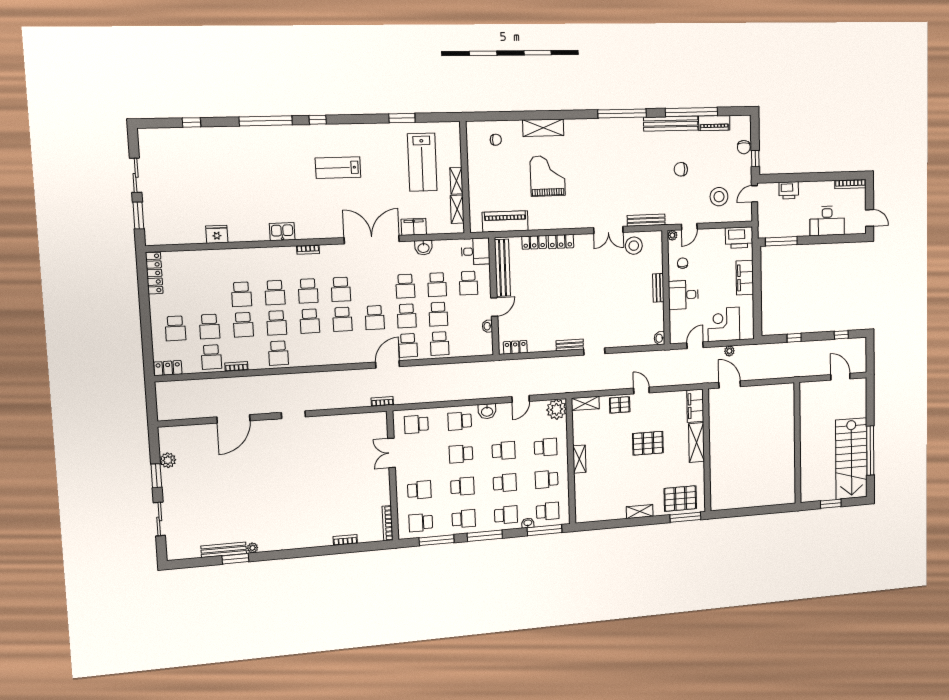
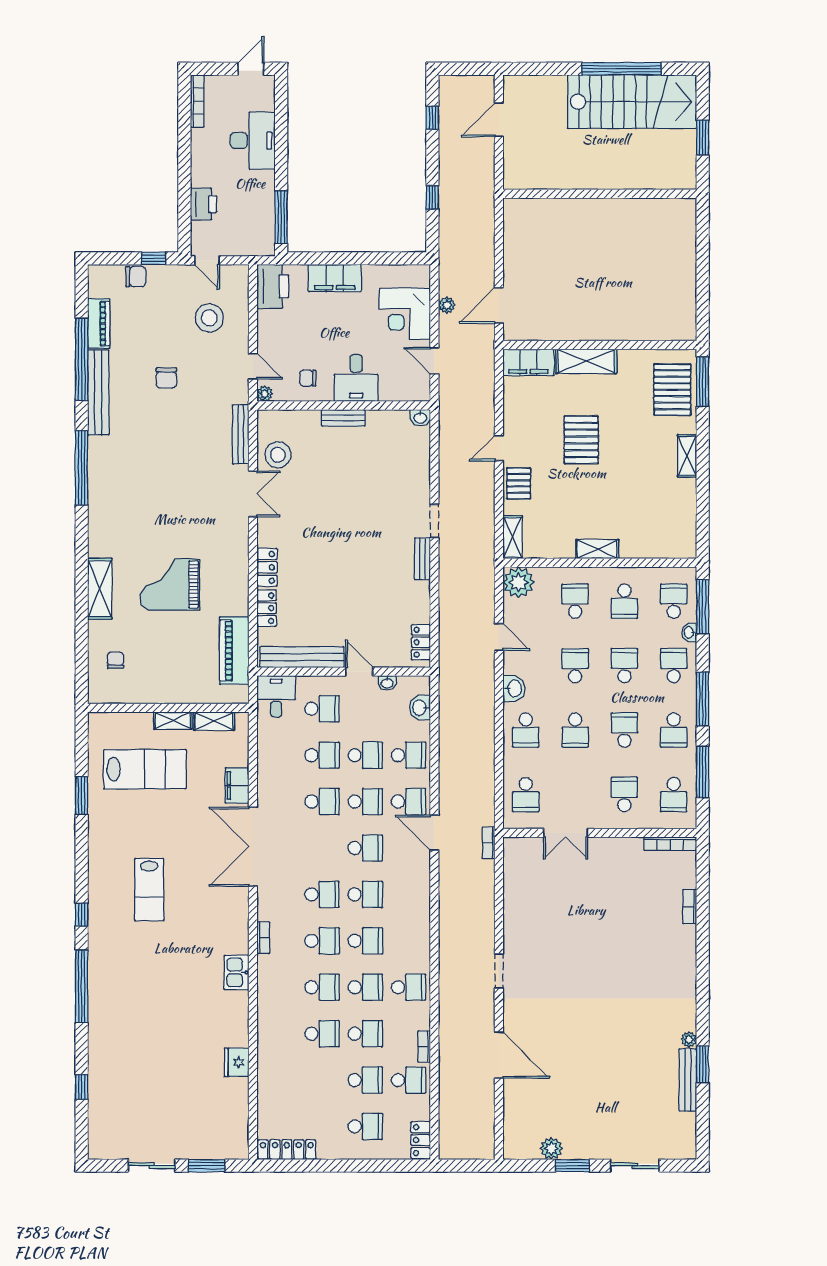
washbasin: (423, 248) -> (420, 708), moved, turned 180
school desk: (464, 519) -> (674, 730), turned 180

